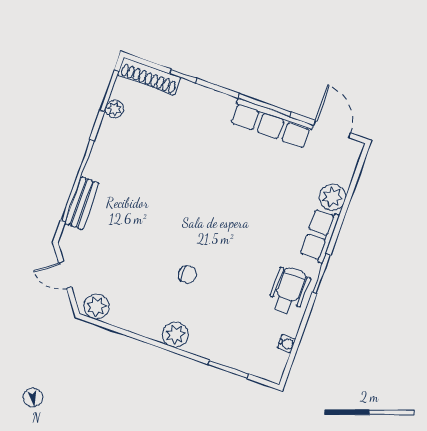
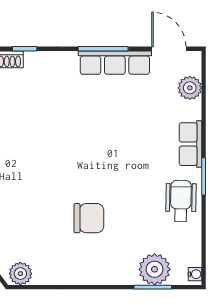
plant: (332, 197) -> (190, 88), moved
chair: (187, 275) -> (89, 218), width x1.87, depth x1.87
plant: (175, 335) -> (155, 269), moved, width x1.36, depth x1.36
water cooler: (286, 344) -> (195, 274), moved

